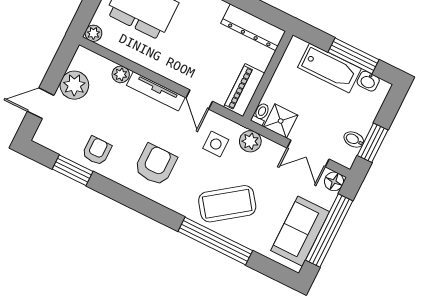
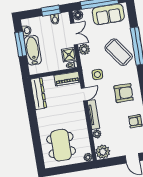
plant: (74, 85) -> (103, 152), moved
plant: (250, 141) -> (84, 49), moved
armchair: (156, 165) -> (124, 93), turned 180

